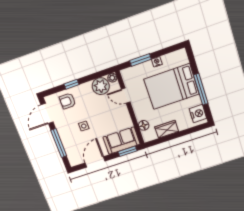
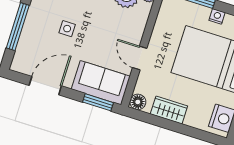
door: (126, 96) -> (140, 58), moved
floor lamp: (144, 125) -> (138, 102), moved

